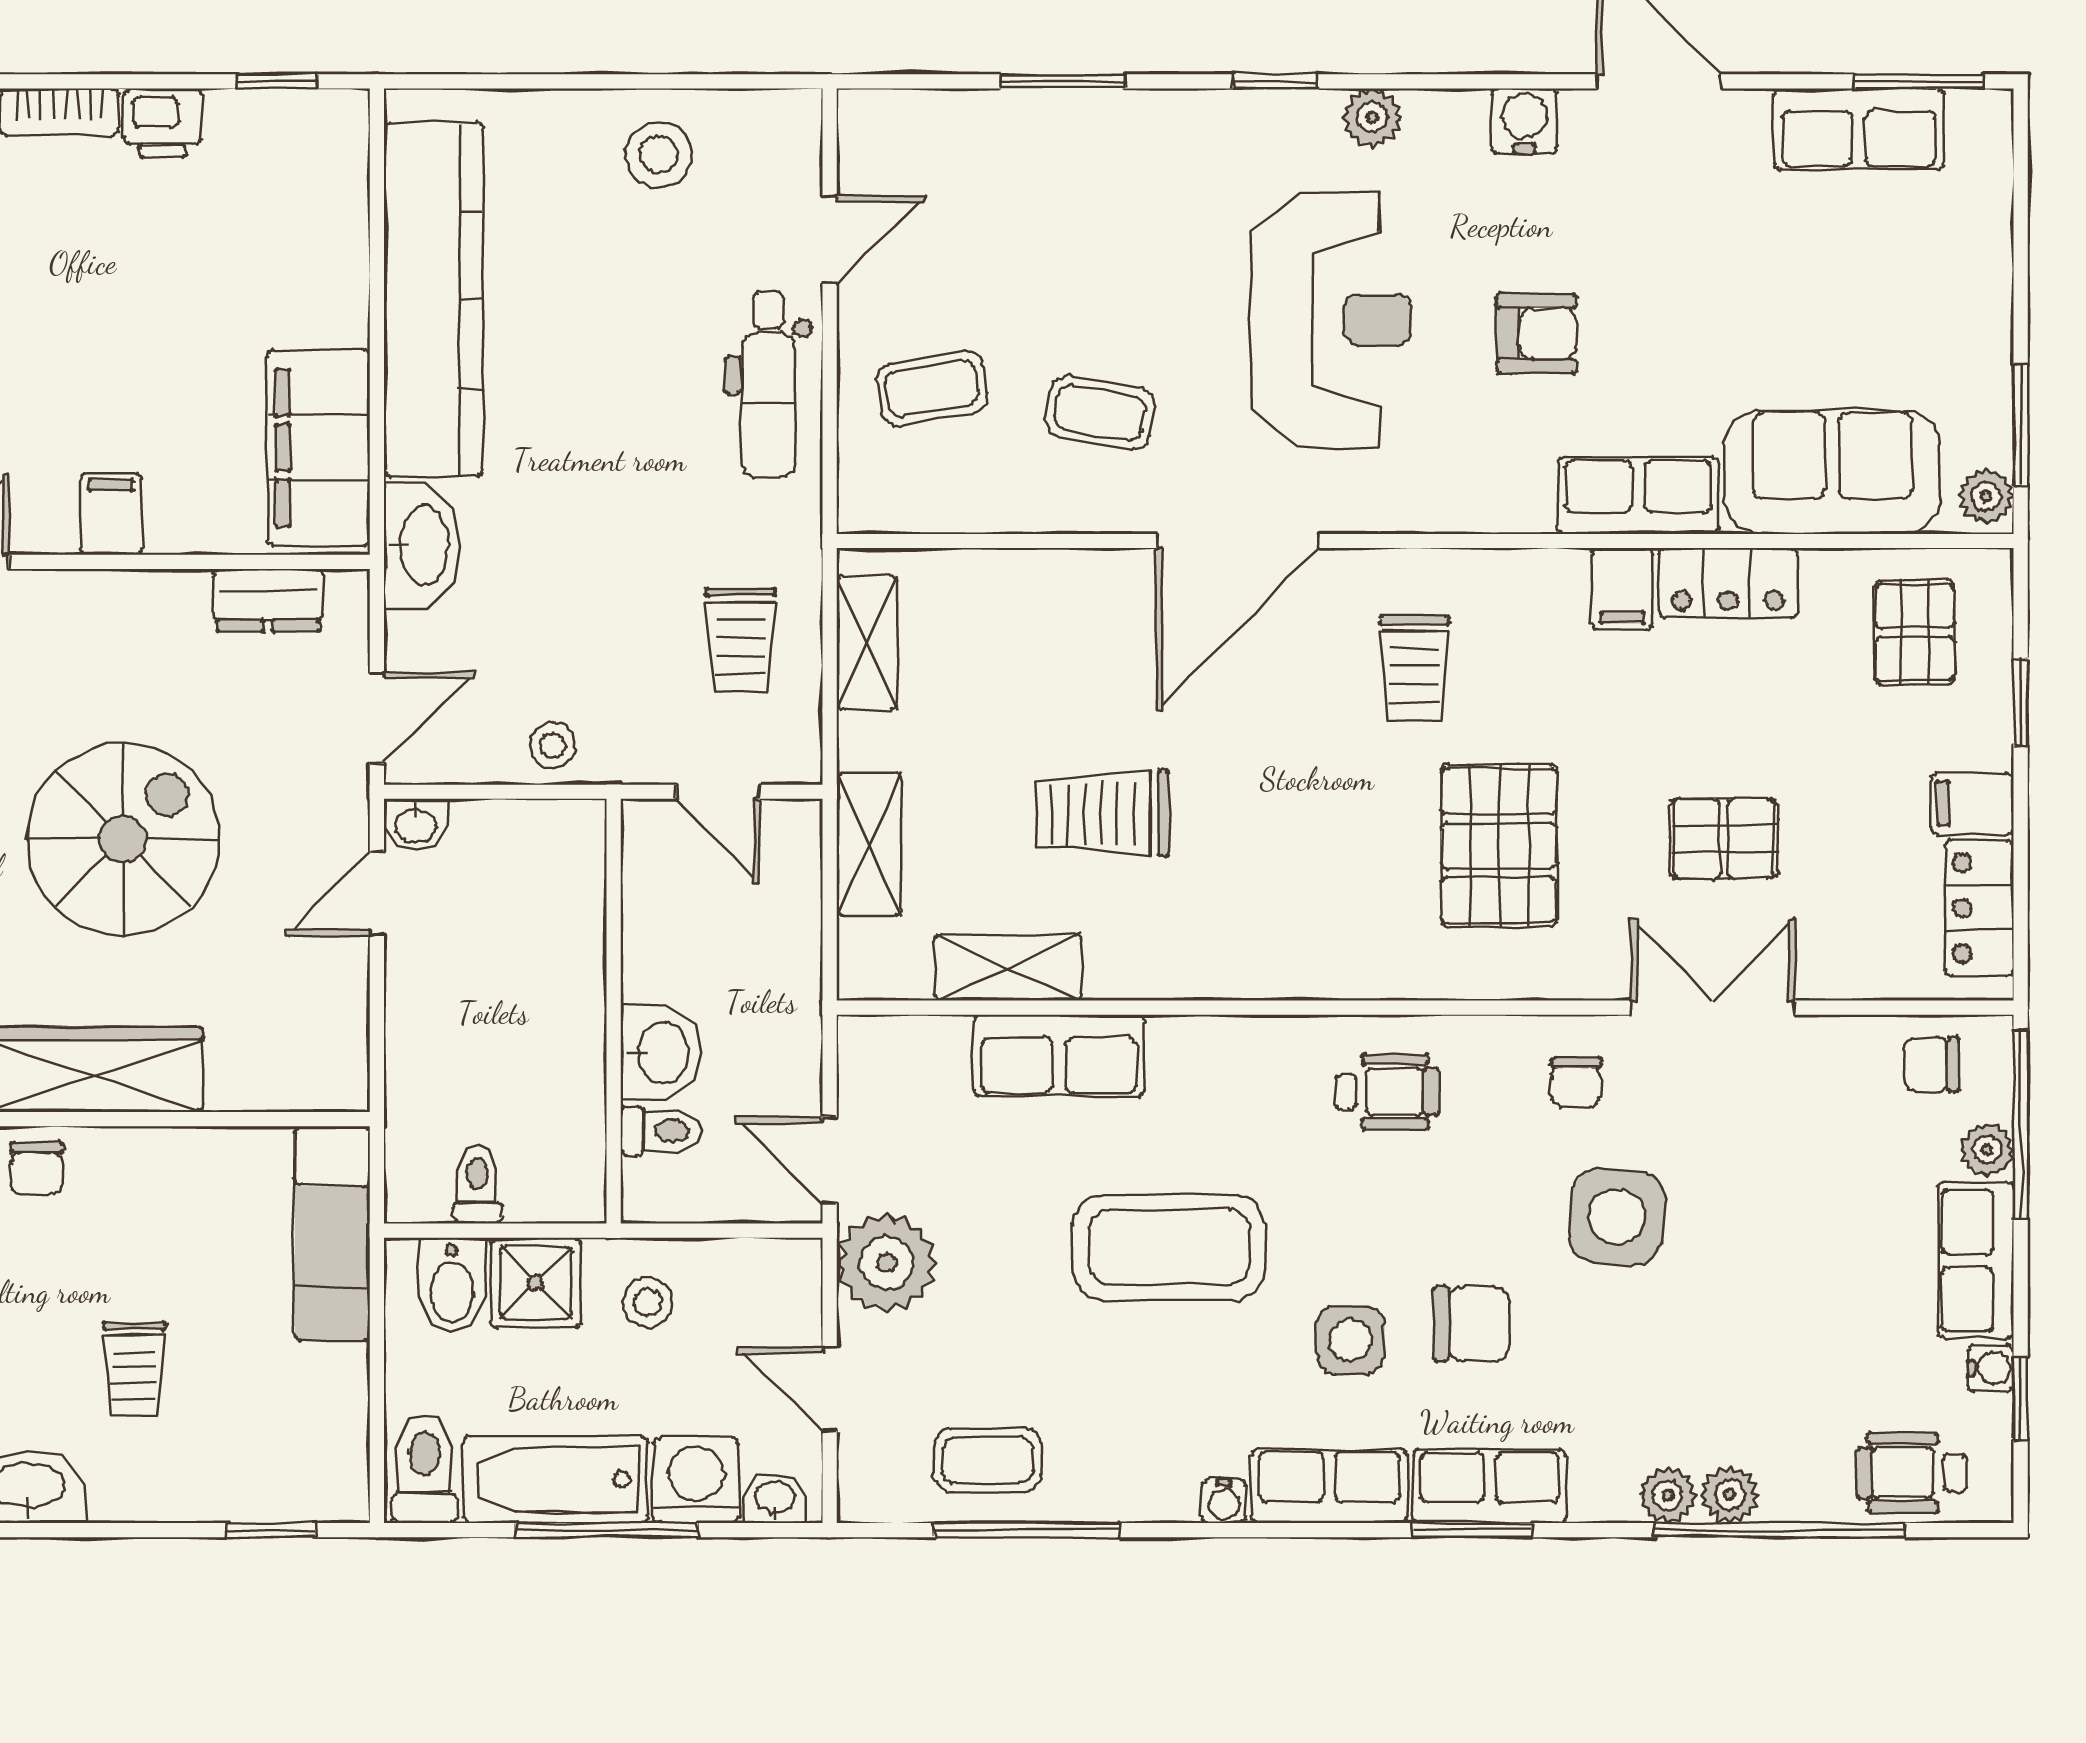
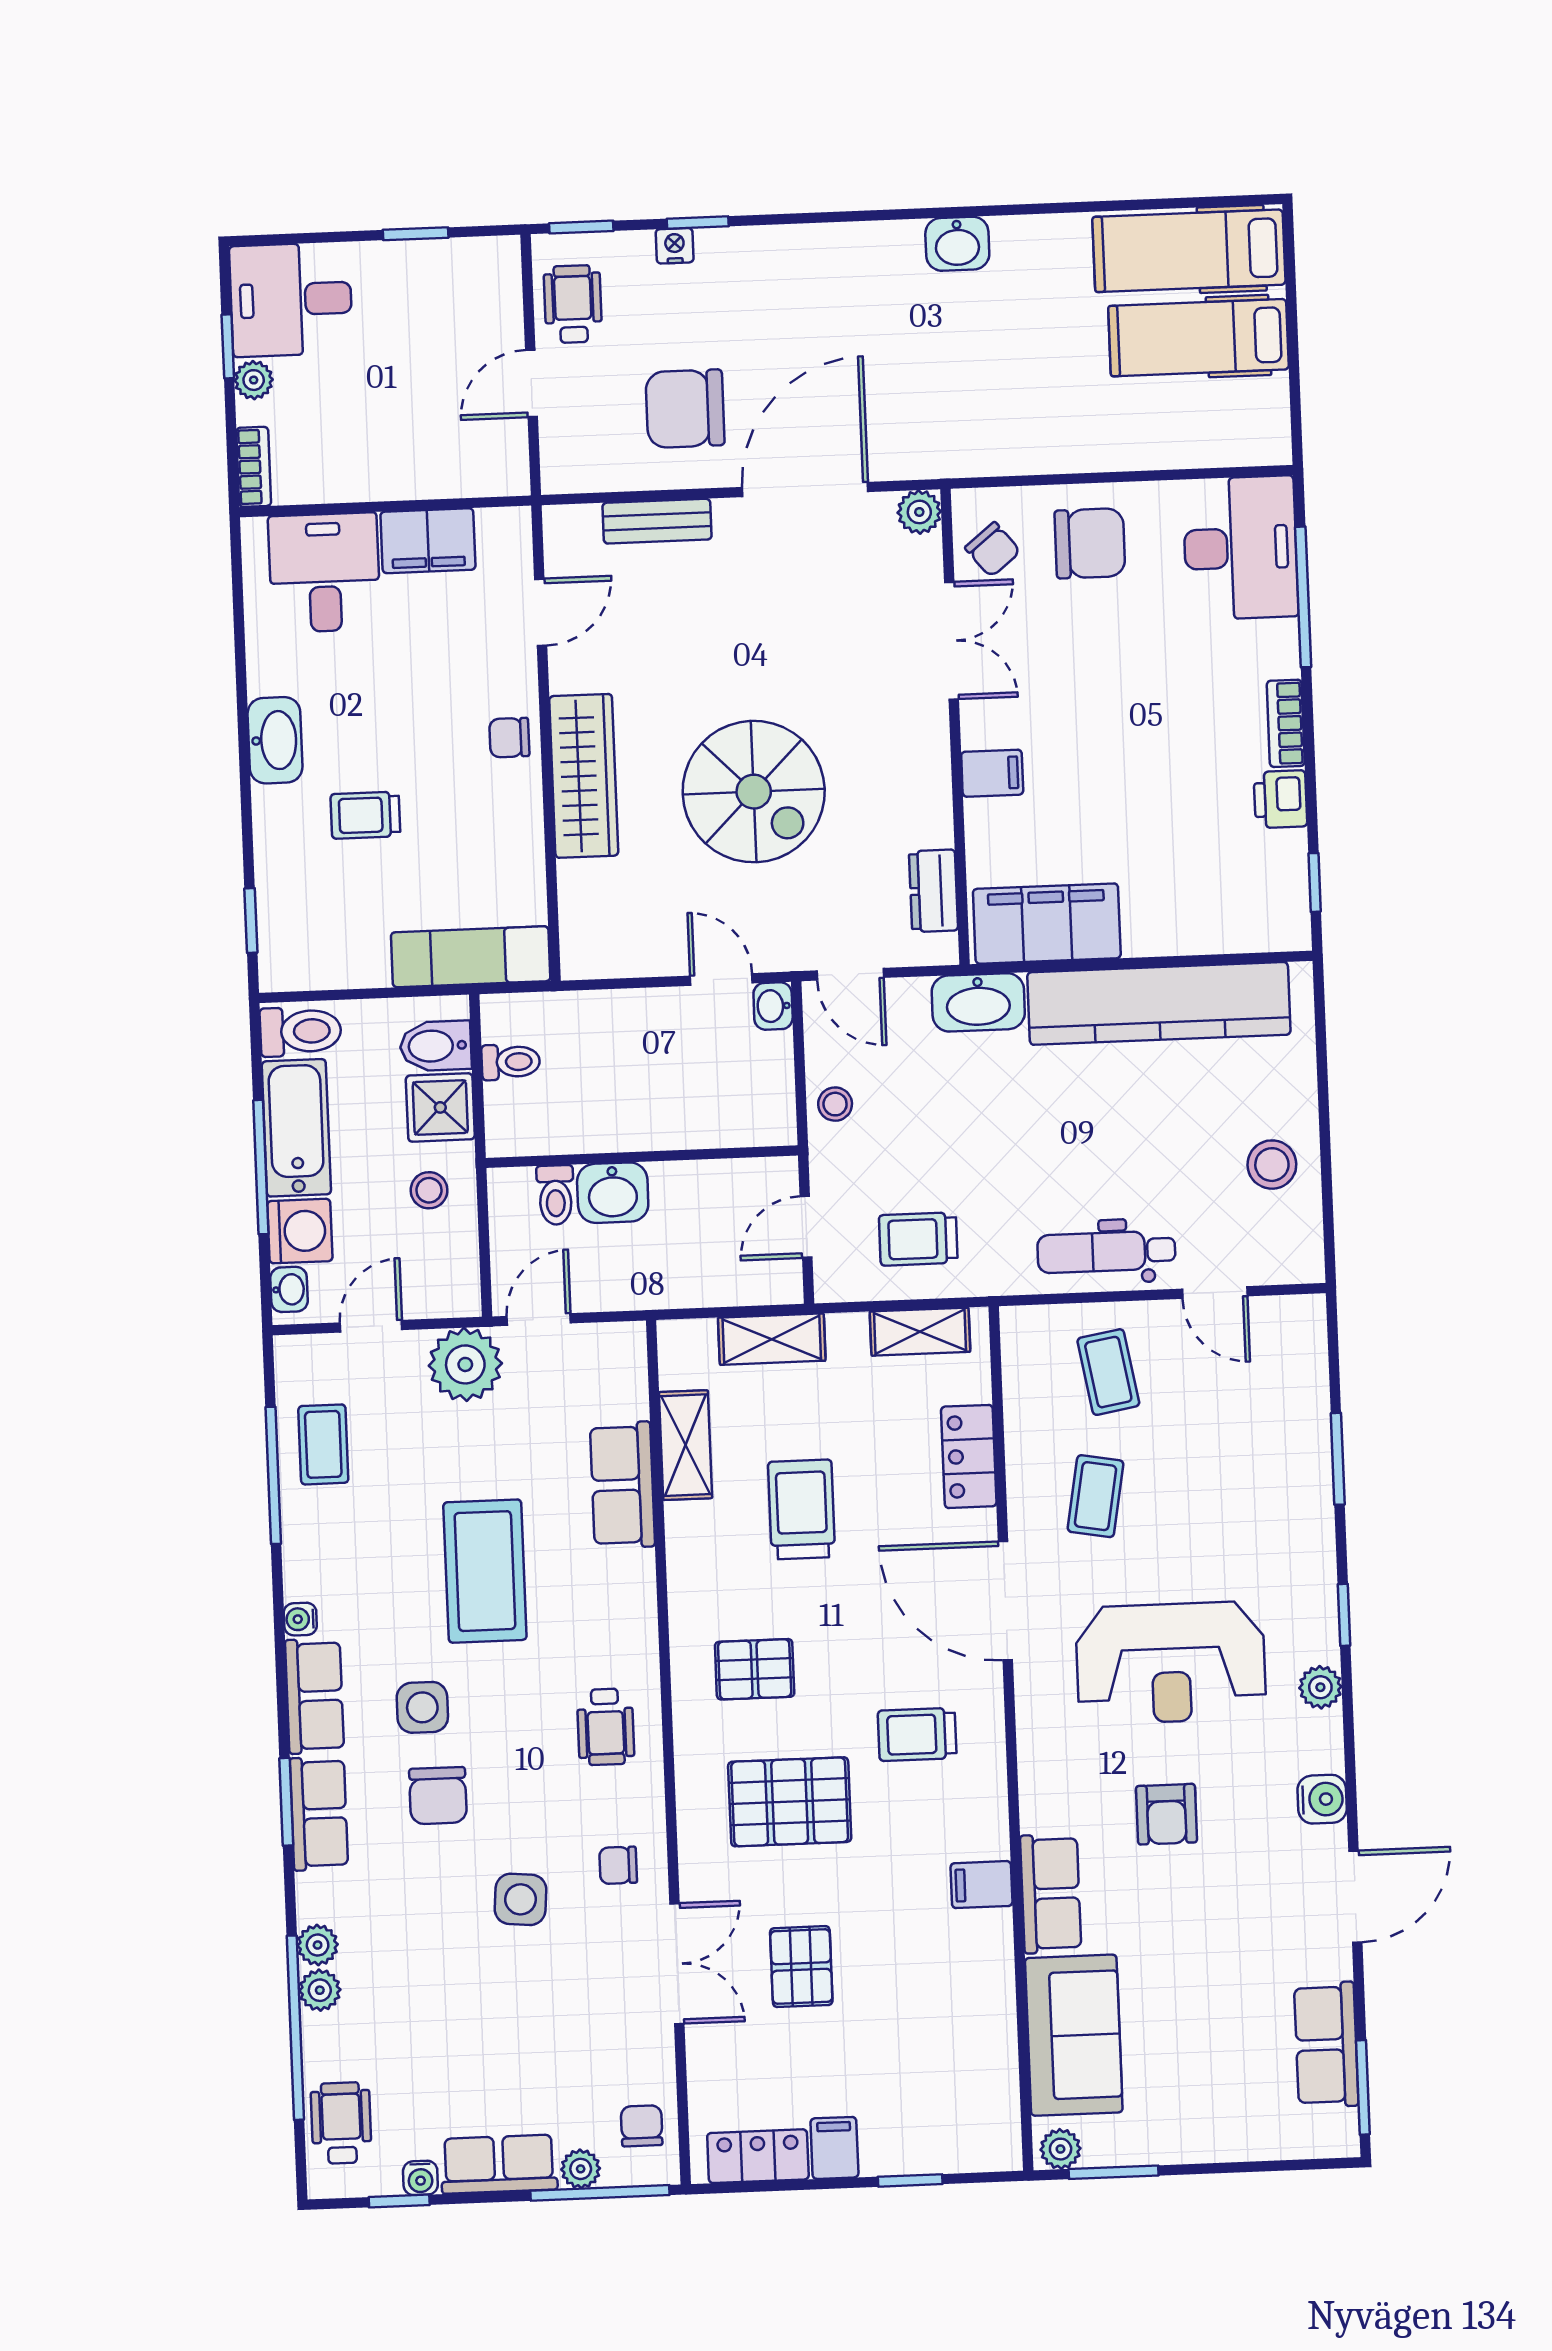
locker: (1728, 583) -> (969, 1456), moved
pallet: (1915, 633) -> (755, 1669), moved
side table: (1617, 1217) -> (521, 1899), width x0.73, depth x0.73

